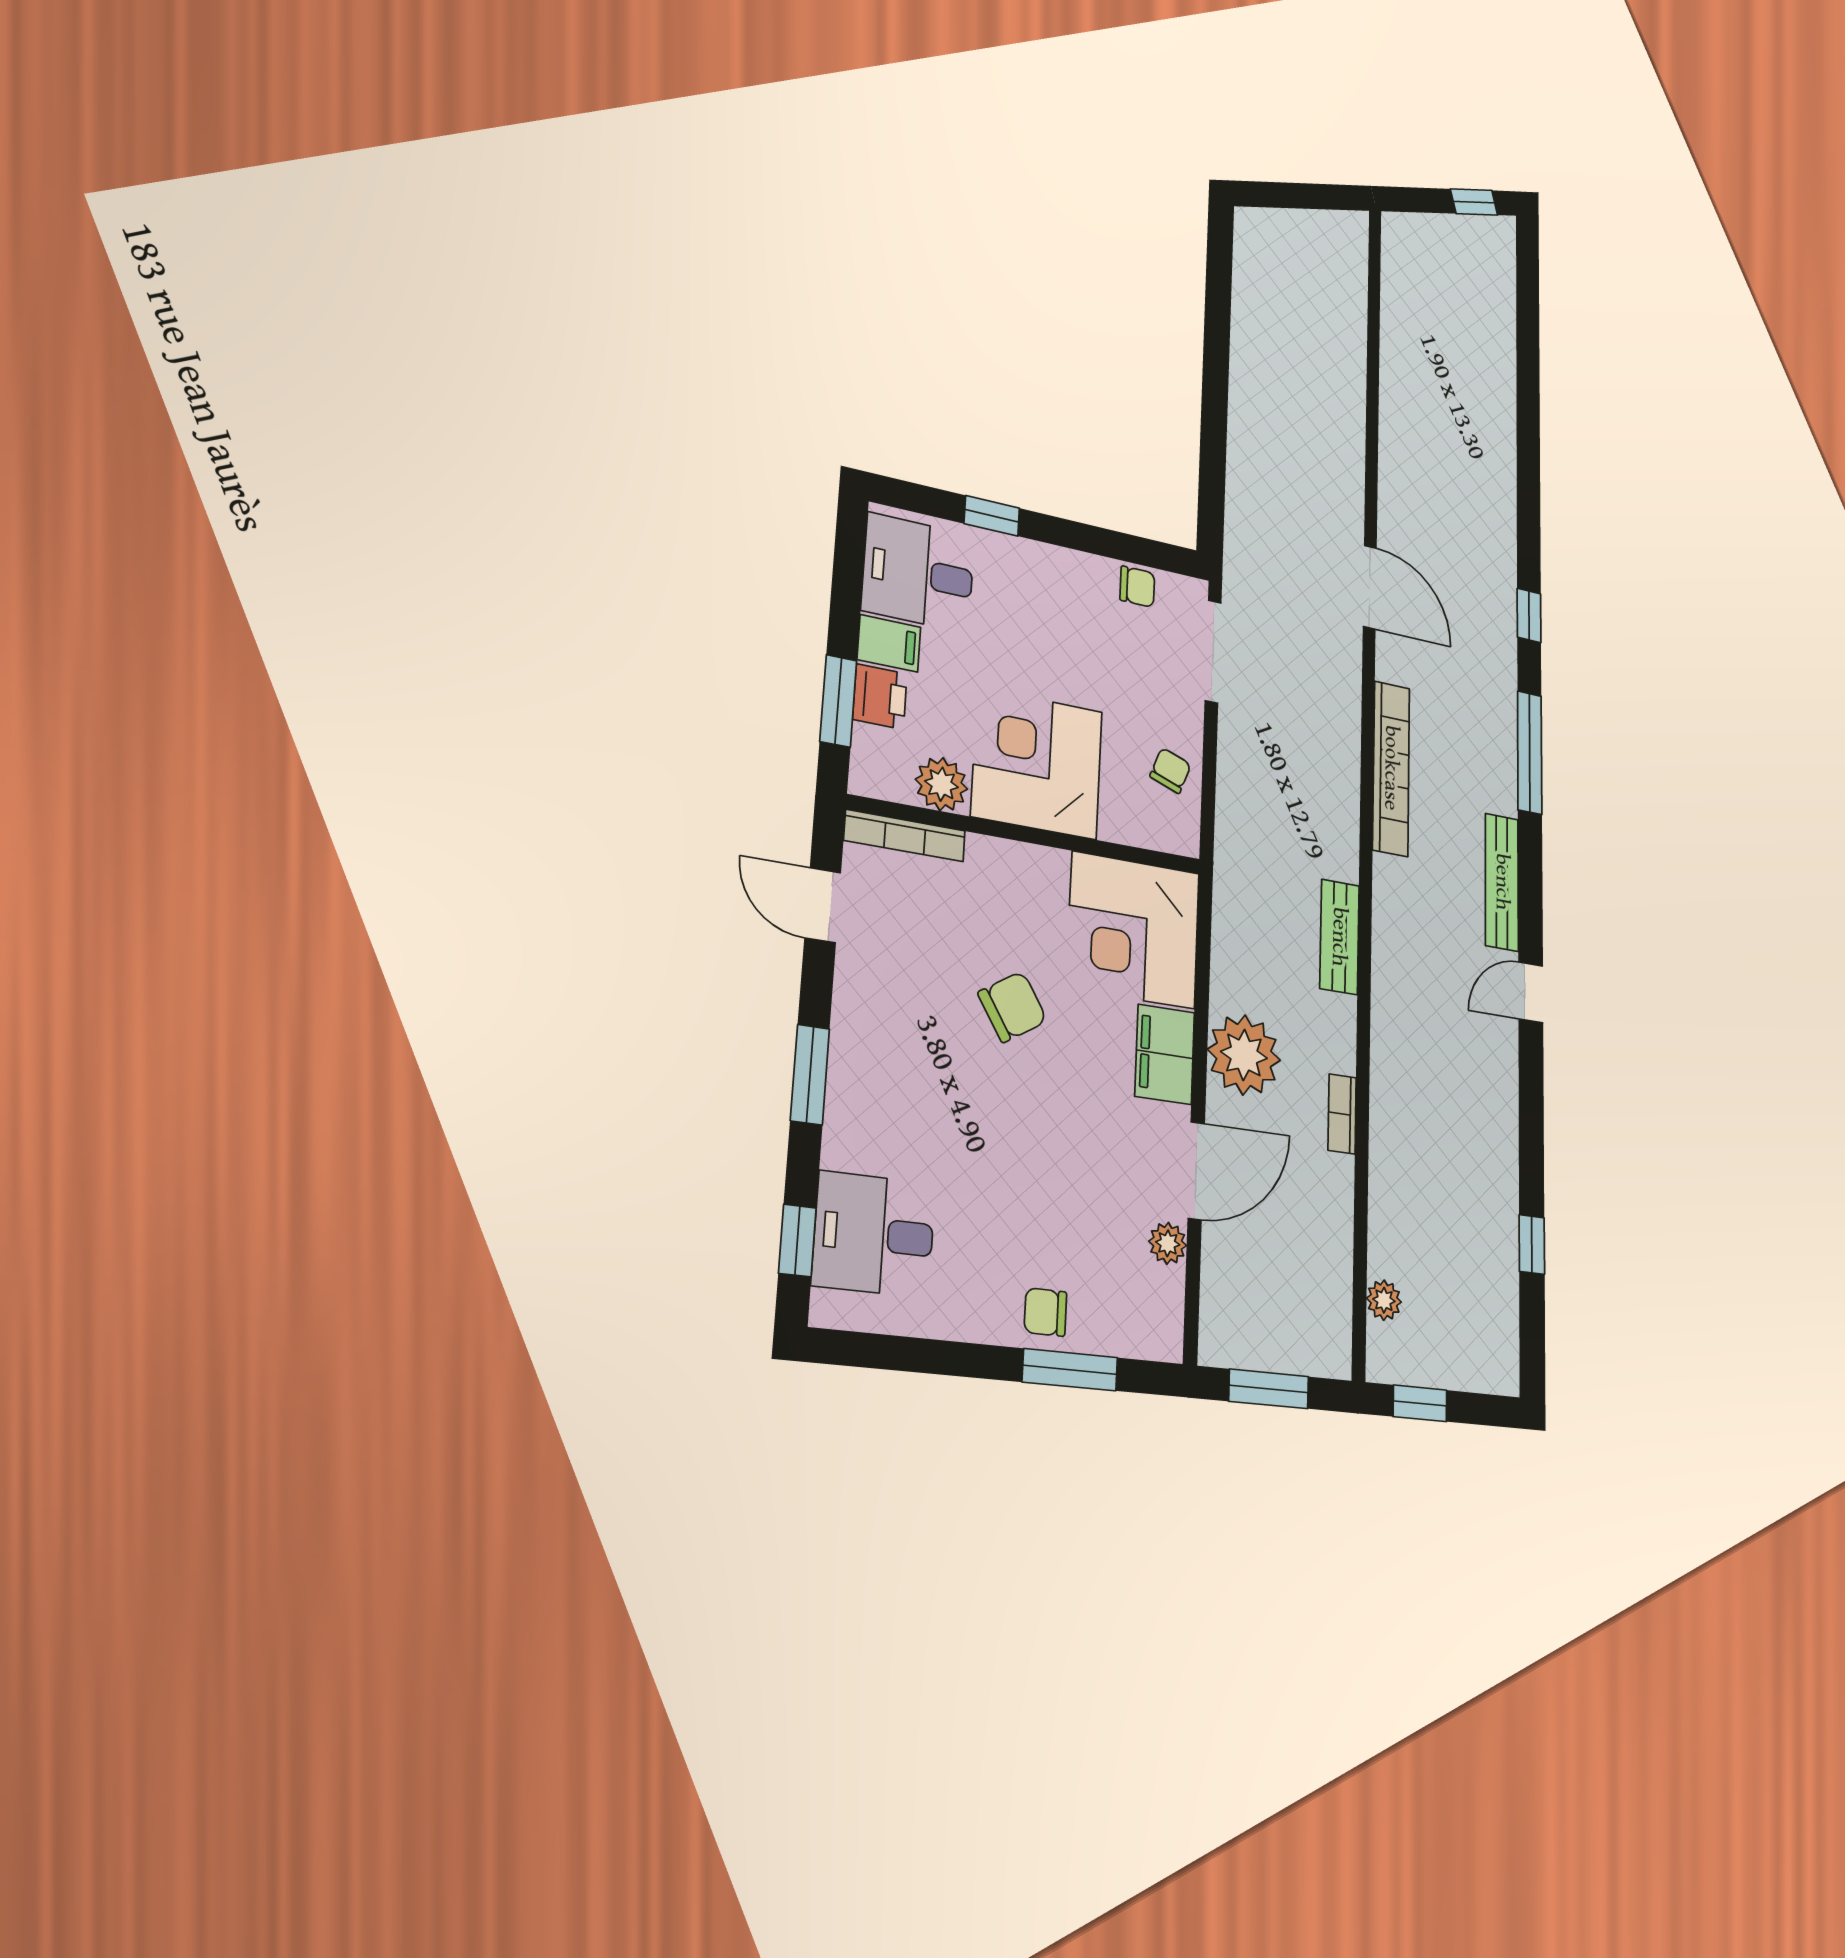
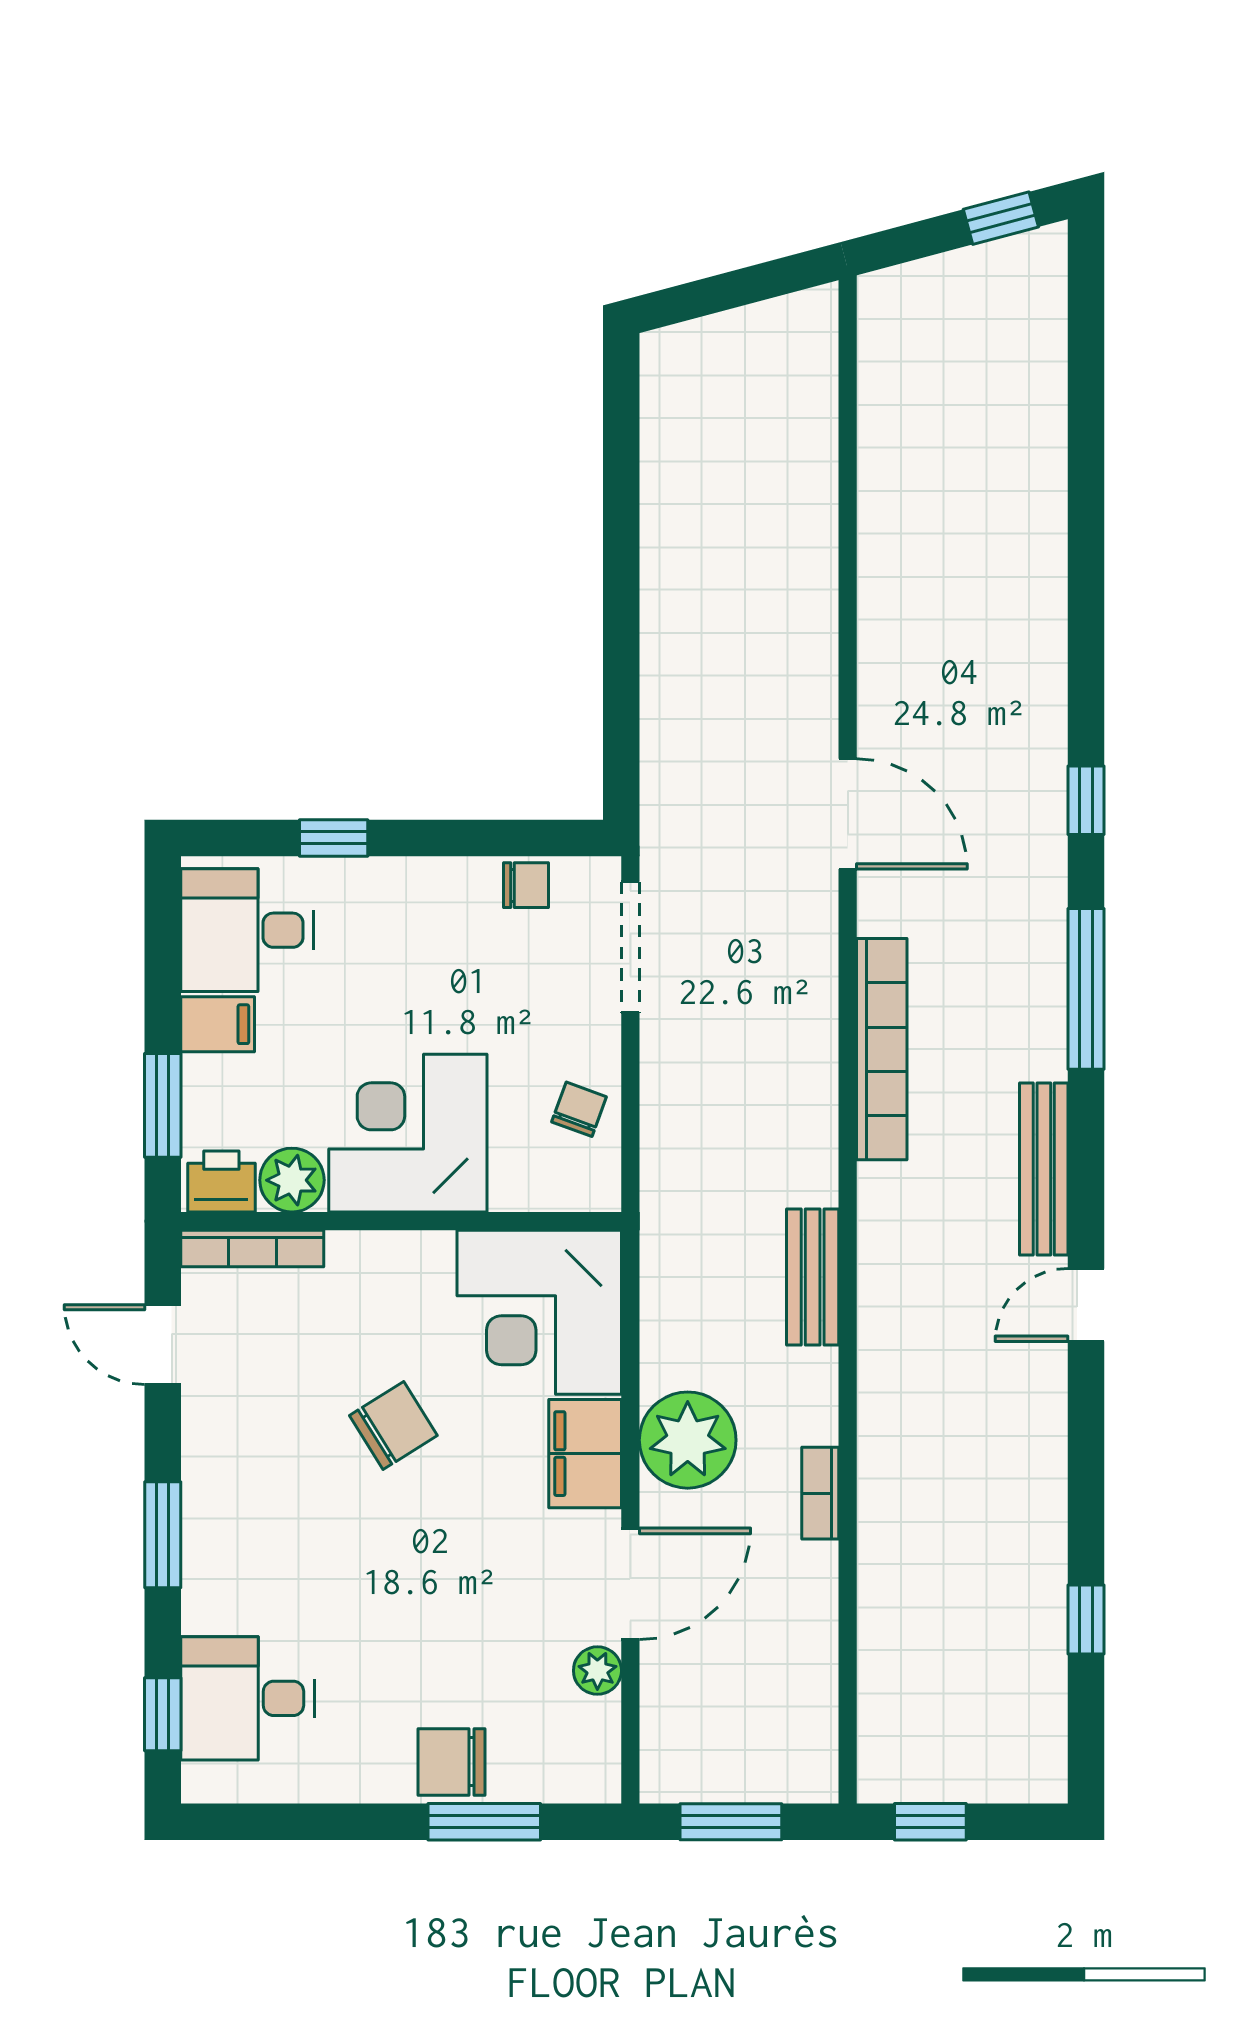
printer: (880, 697) -> (221, 1182), moved, turned -90
plant: (1384, 1300) -> (880, 1707), removed
chair: (1045, 1312) -> (452, 1762), width x1.37, depth x1.37

